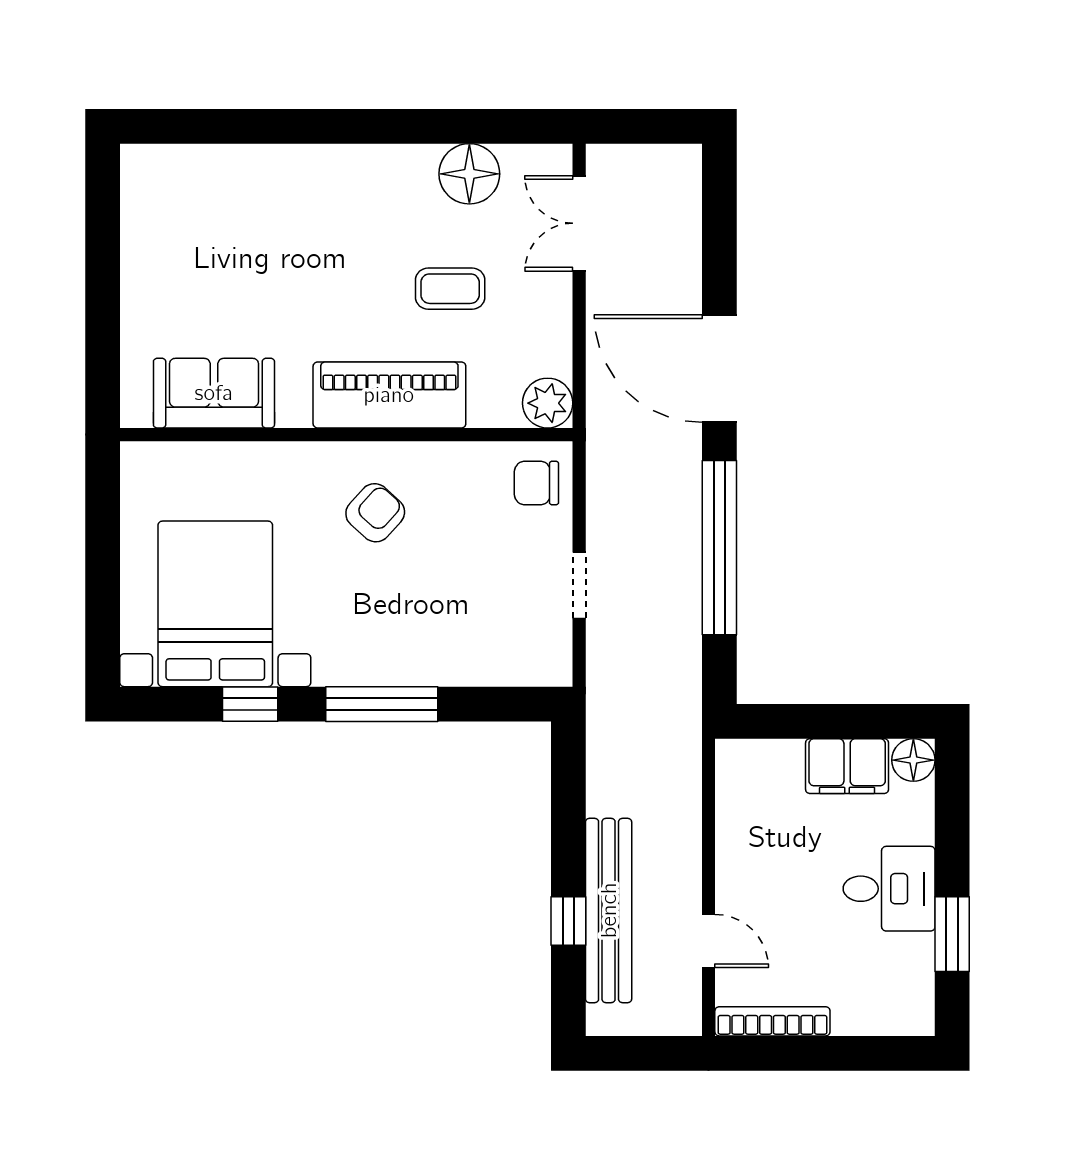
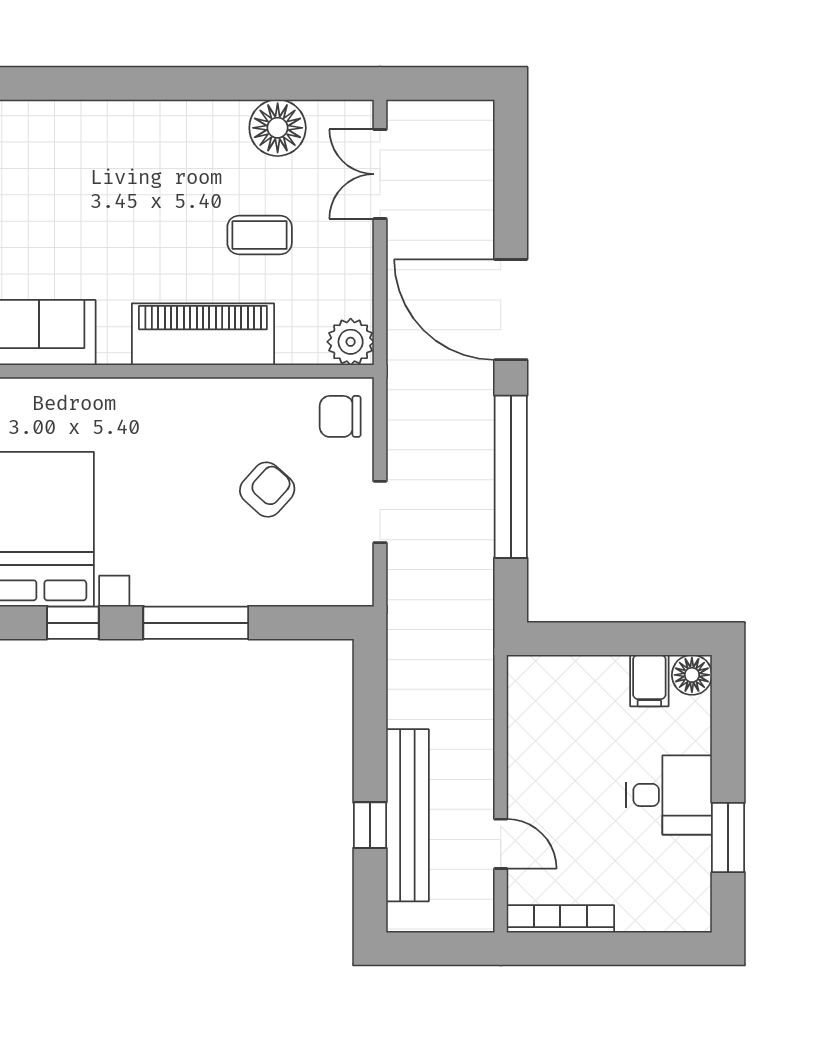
armchair: (375, 513) -> (267, 490), moved
filing cabinet: (847, 766) -> (649, 681), width x0.50

